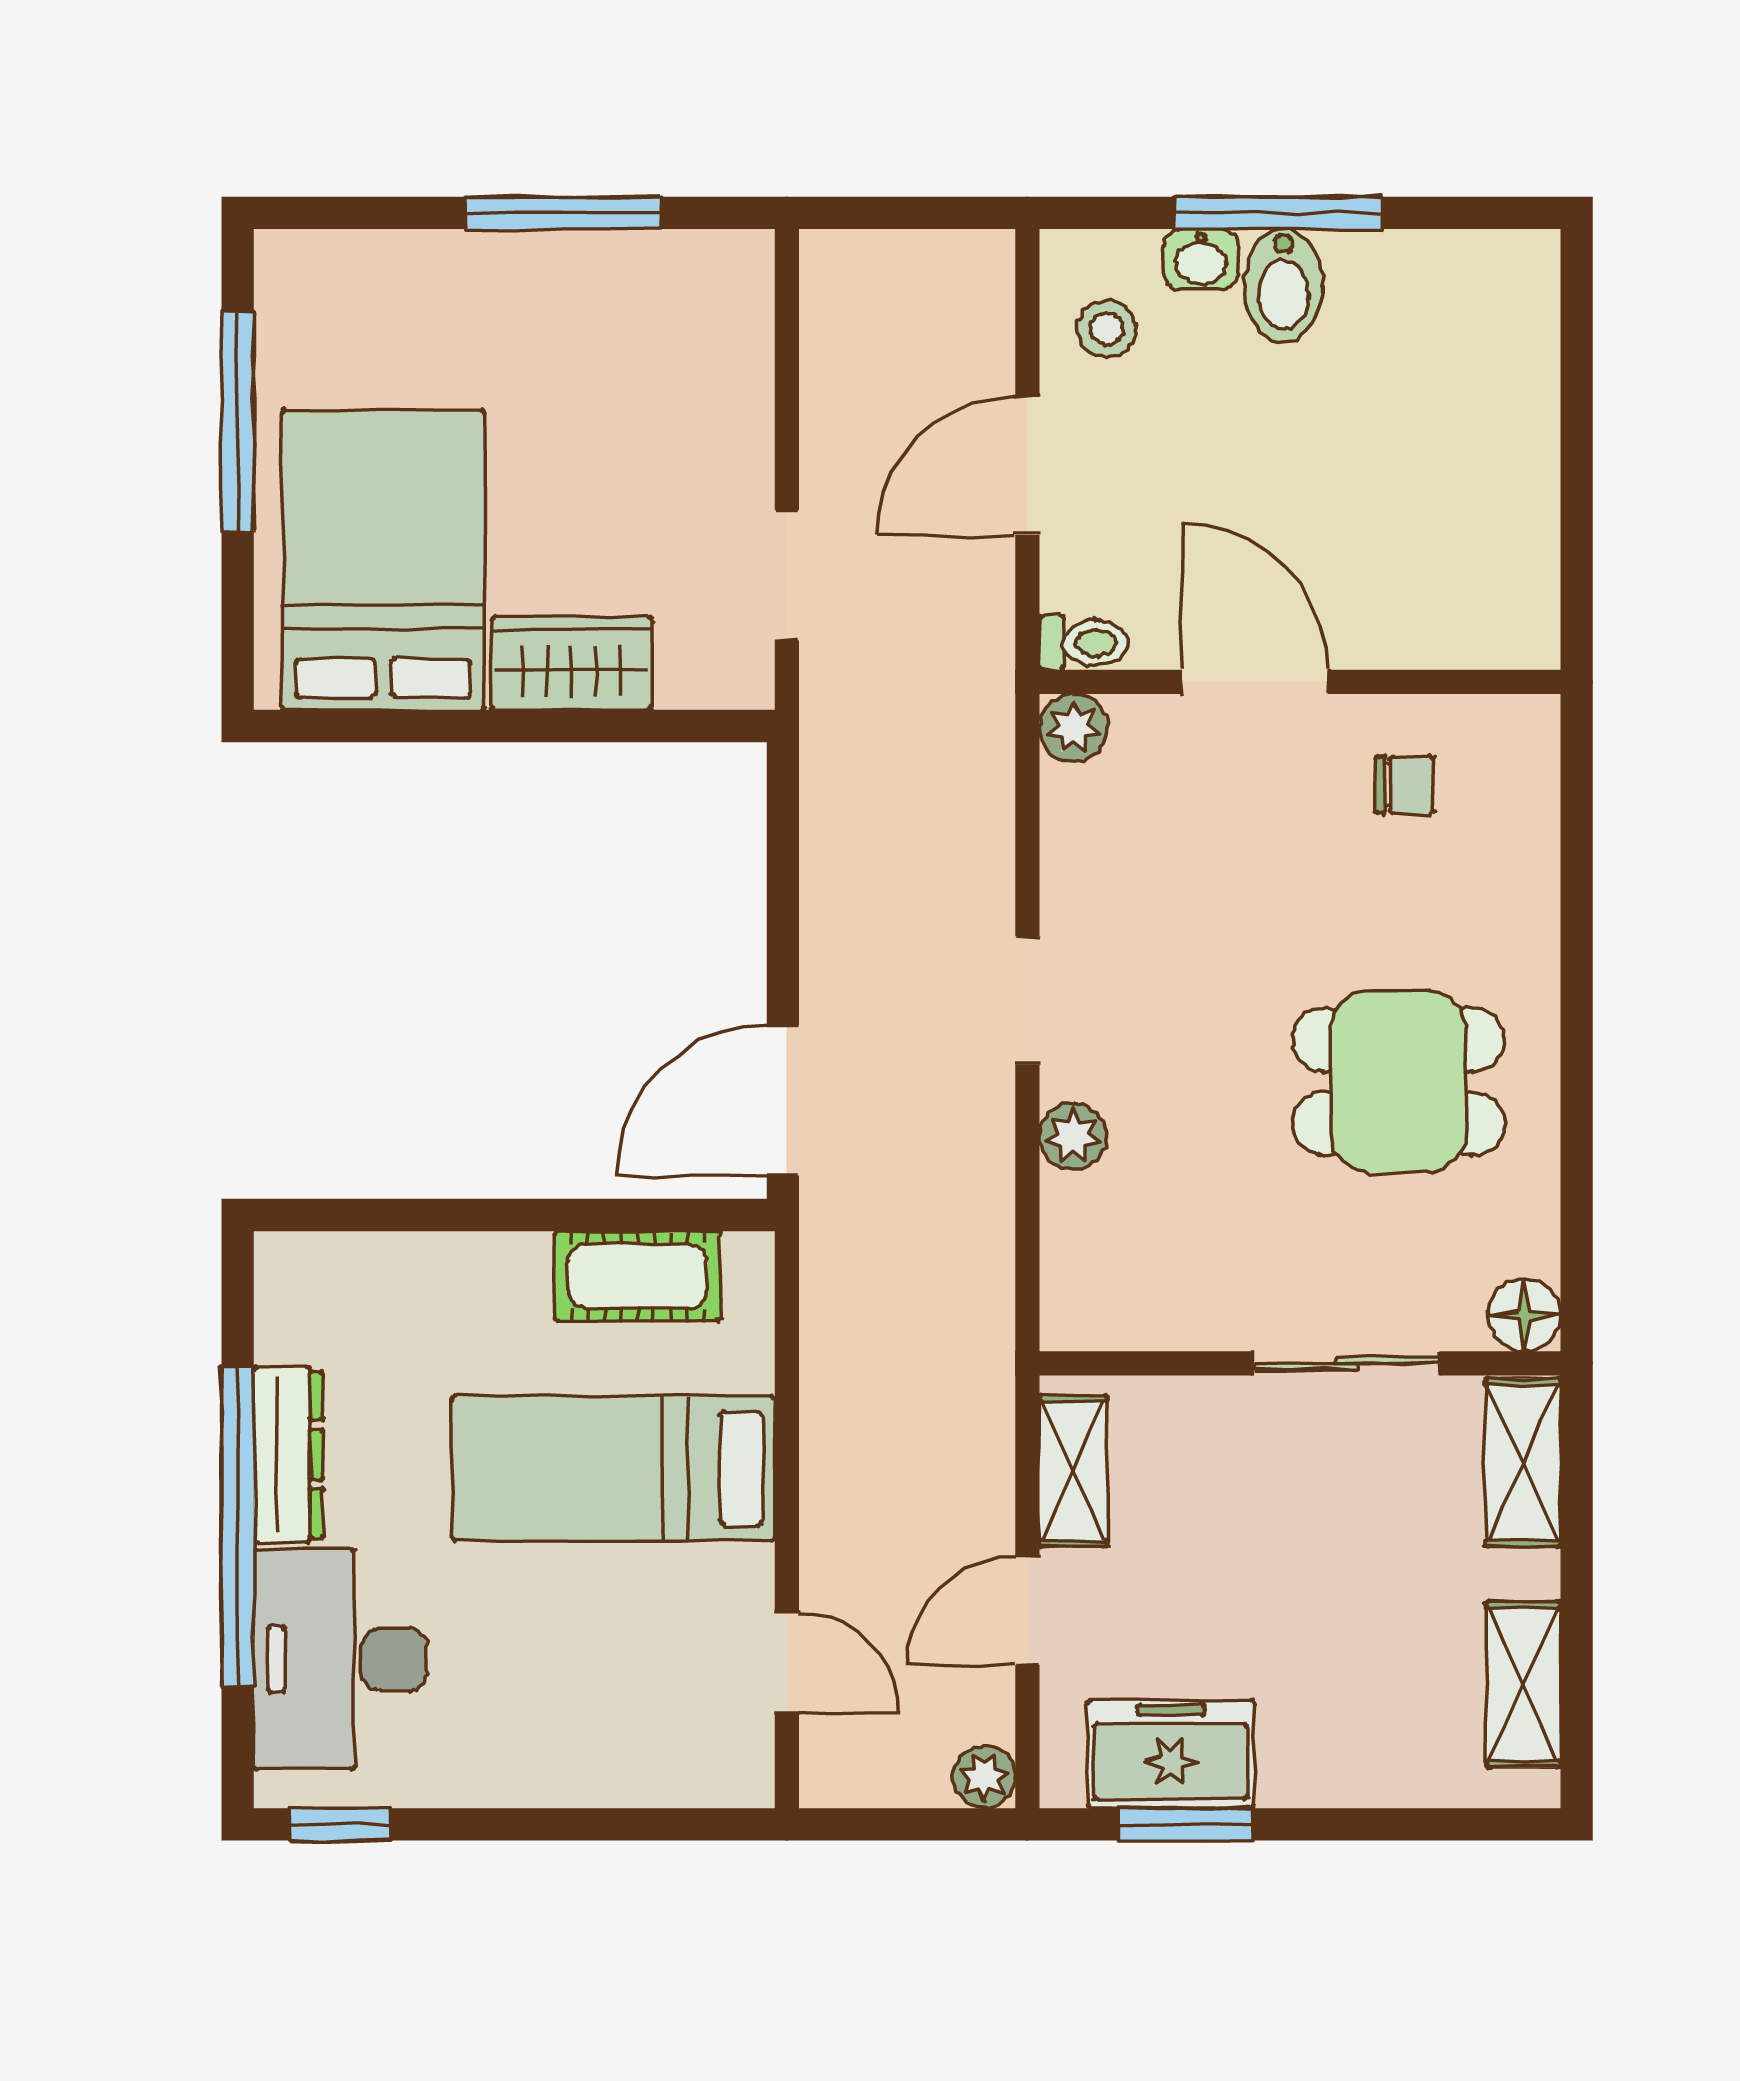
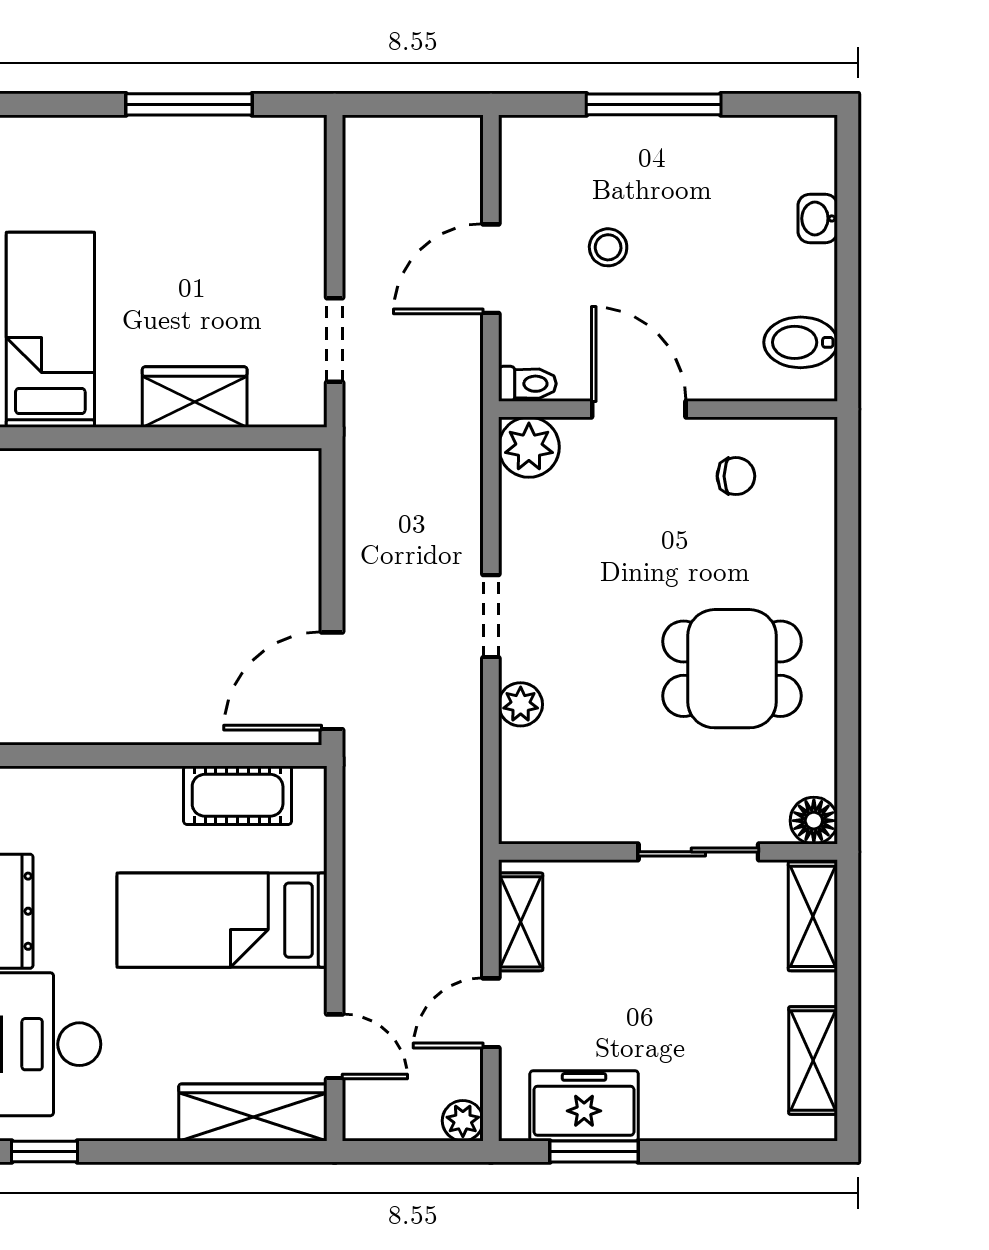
washbasin: (1201, 259) -> (818, 218), moved, turned 90
bidet: (1284, 285) -> (801, 342), moved, turned 90
stool: (1107, 329) -> (608, 247), moved
bed: (383, 560) -> (50, 330), width x0.67
plant: (1073, 728) -> (529, 447), width x1.38, depth x1.38
wardrobe: (661, 1764) -> (253, 1112), added

